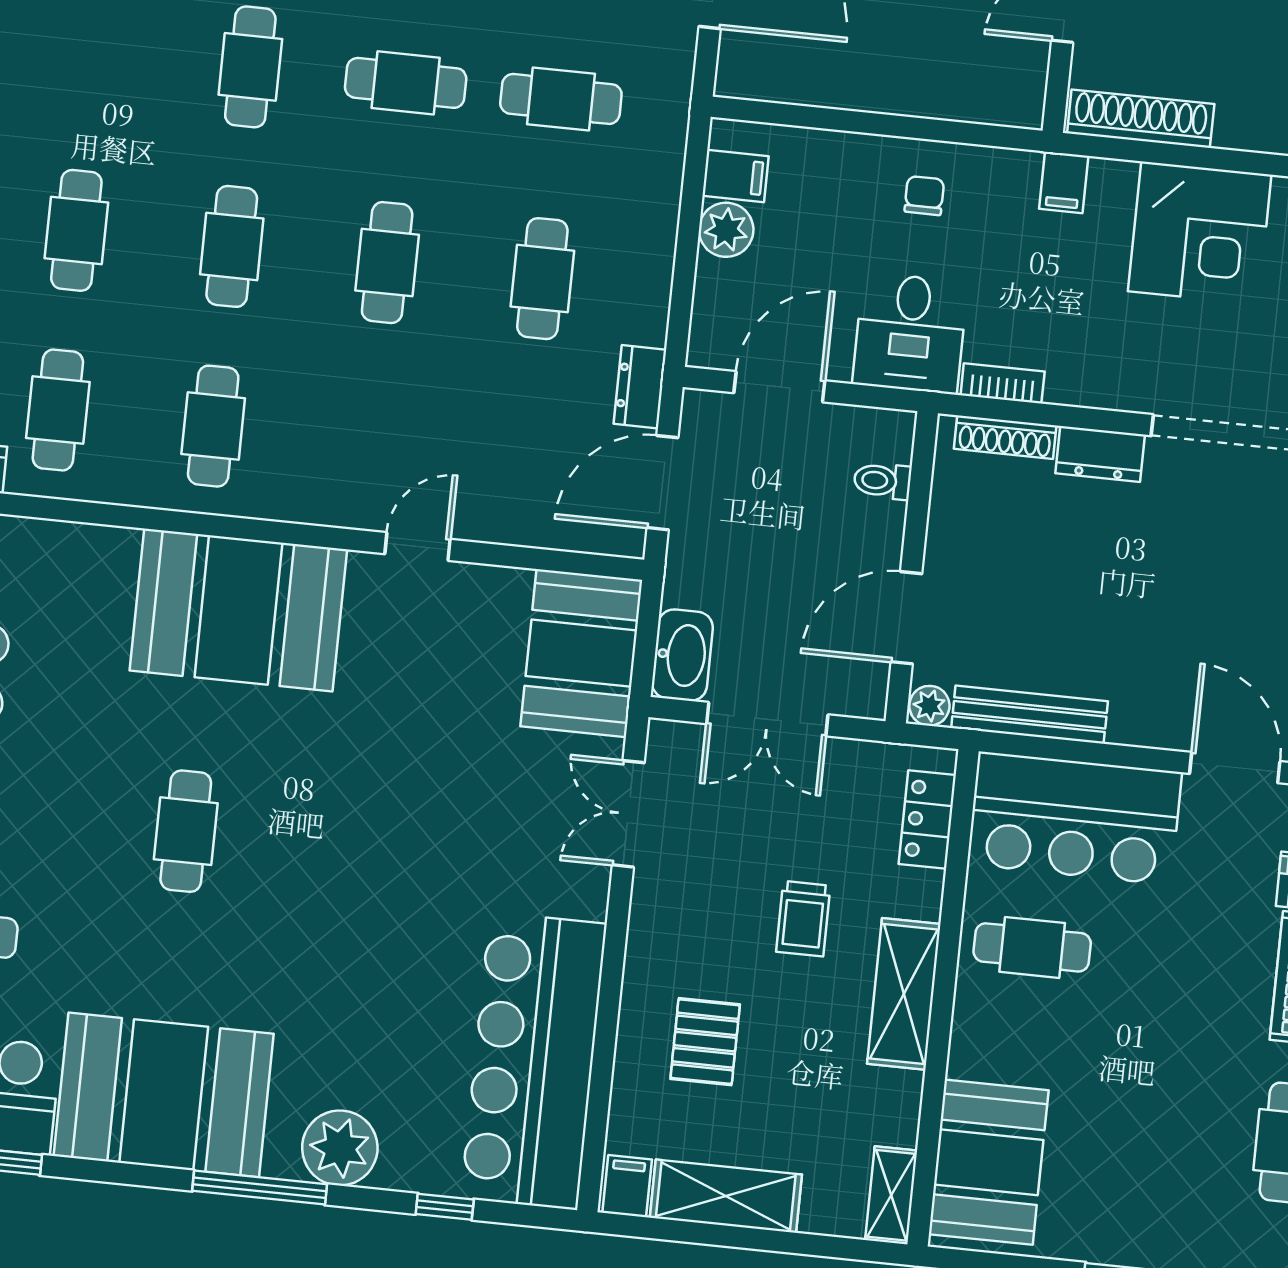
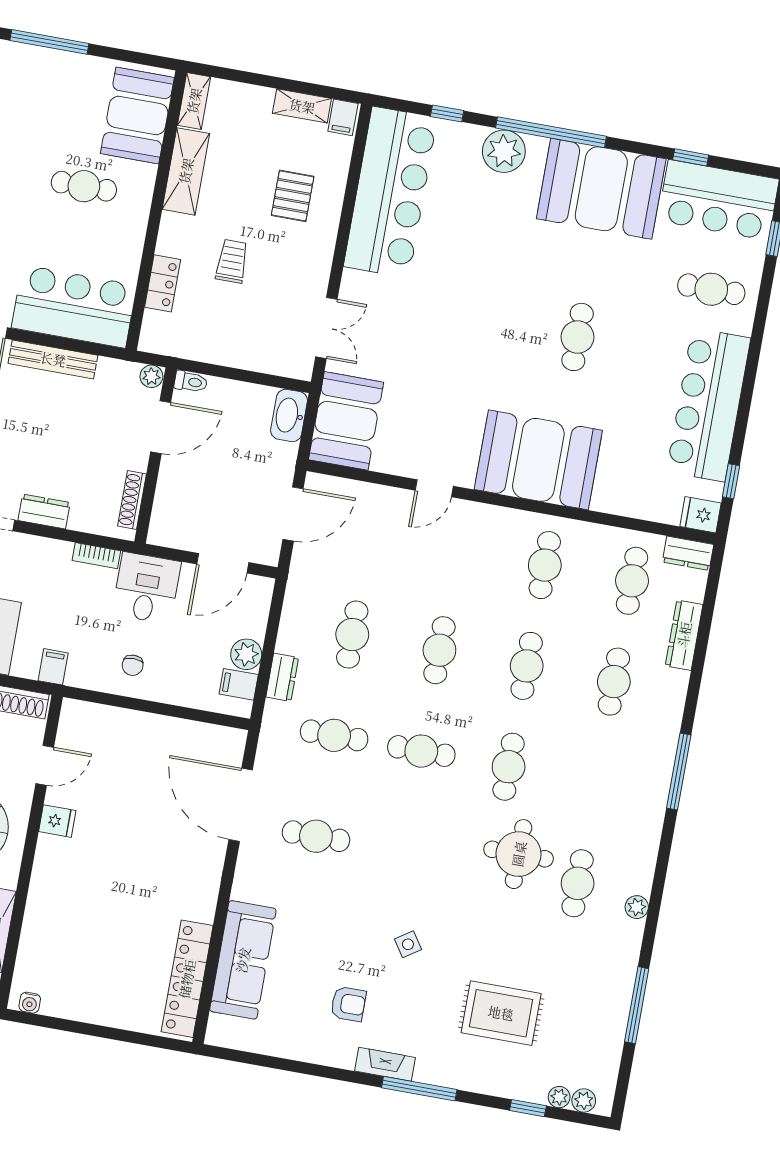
dresser: (640, 387) -> (282, 677), moved
shoe rack: (1005, 437) -> (132, 500), moved, turned -90
toilet: (882, 481) -> (191, 382), moved
bench: (1030, 715) -> (53, 359), moved
double door: (767, 719) -> (244, 376), removed
locker: (927, 820) -> (163, 283), moved
cafe table: (1032, 947) -> (84, 186), moved
shelving: (904, 994) -> (186, 171), moved
window: (260, 1188) -> (551, 132), width x1.46
shelving: (726, 1196) -> (302, 106), width x0.67, depth x0.75

